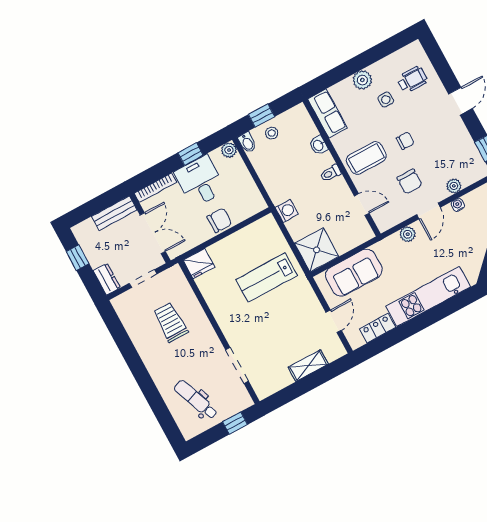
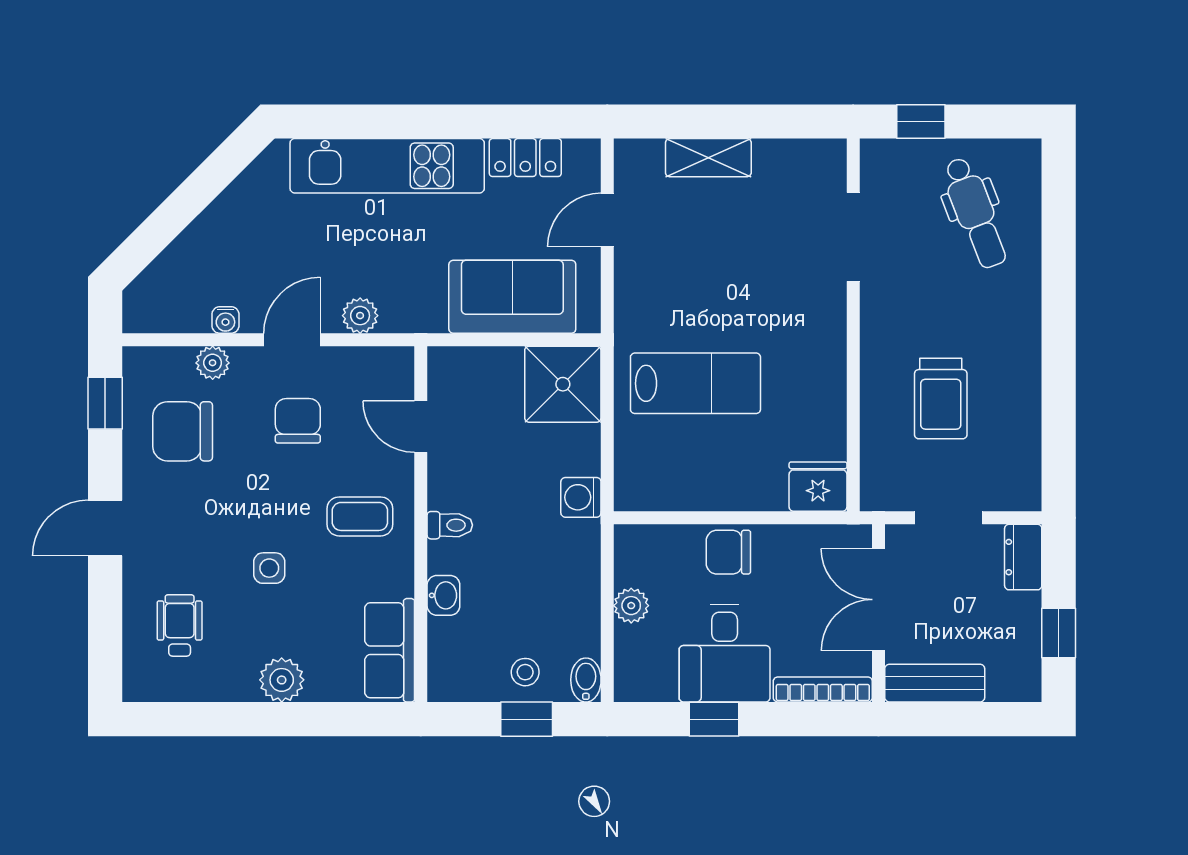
wheelchair: (412, 80) -> (180, 625), turned 90
side table: (386, 100) -> (269, 568), moved
chair: (405, 141) -> (183, 431), moved, width x1.87, depth x1.87
plant: (229, 150) -> (631, 606), moved
coffee table: (366, 158) -> (360, 516), width x0.73, depth x0.77

